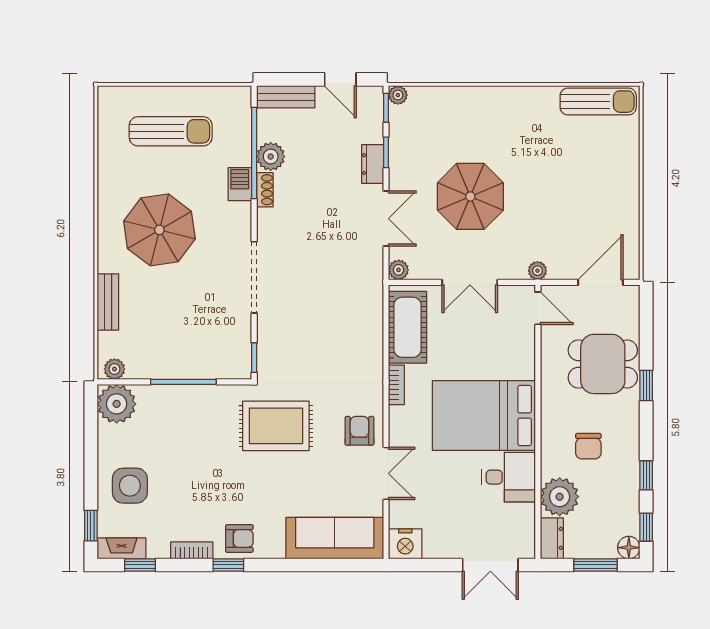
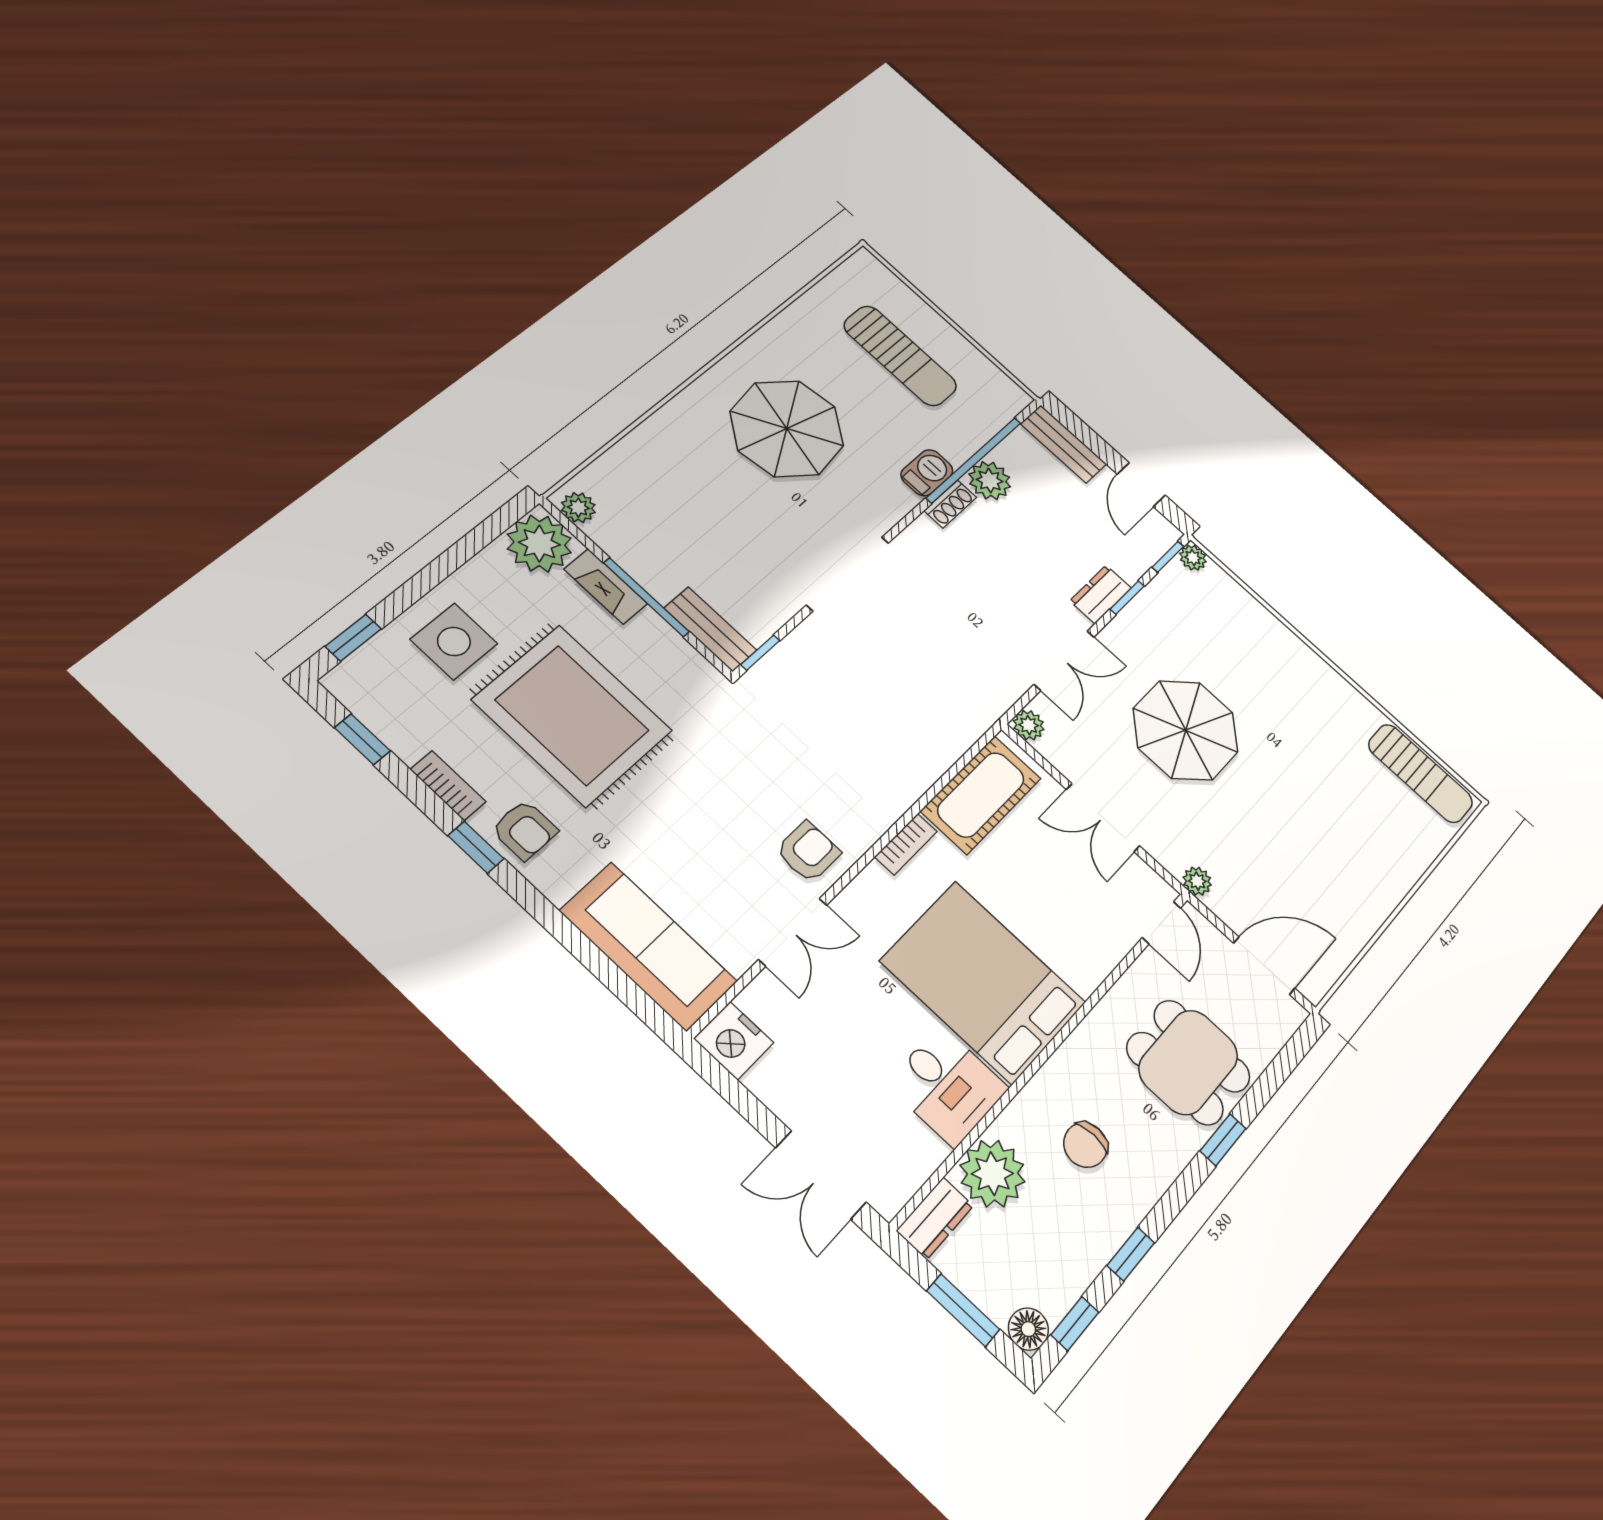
bench: (108, 302) -> (710, 629), moved, turned 90
rug: (276, 426) -> (572, 715), moved, width x1.37, depth x1.44
fireplace: (122, 548) -> (606, 586), moved, turned 180

